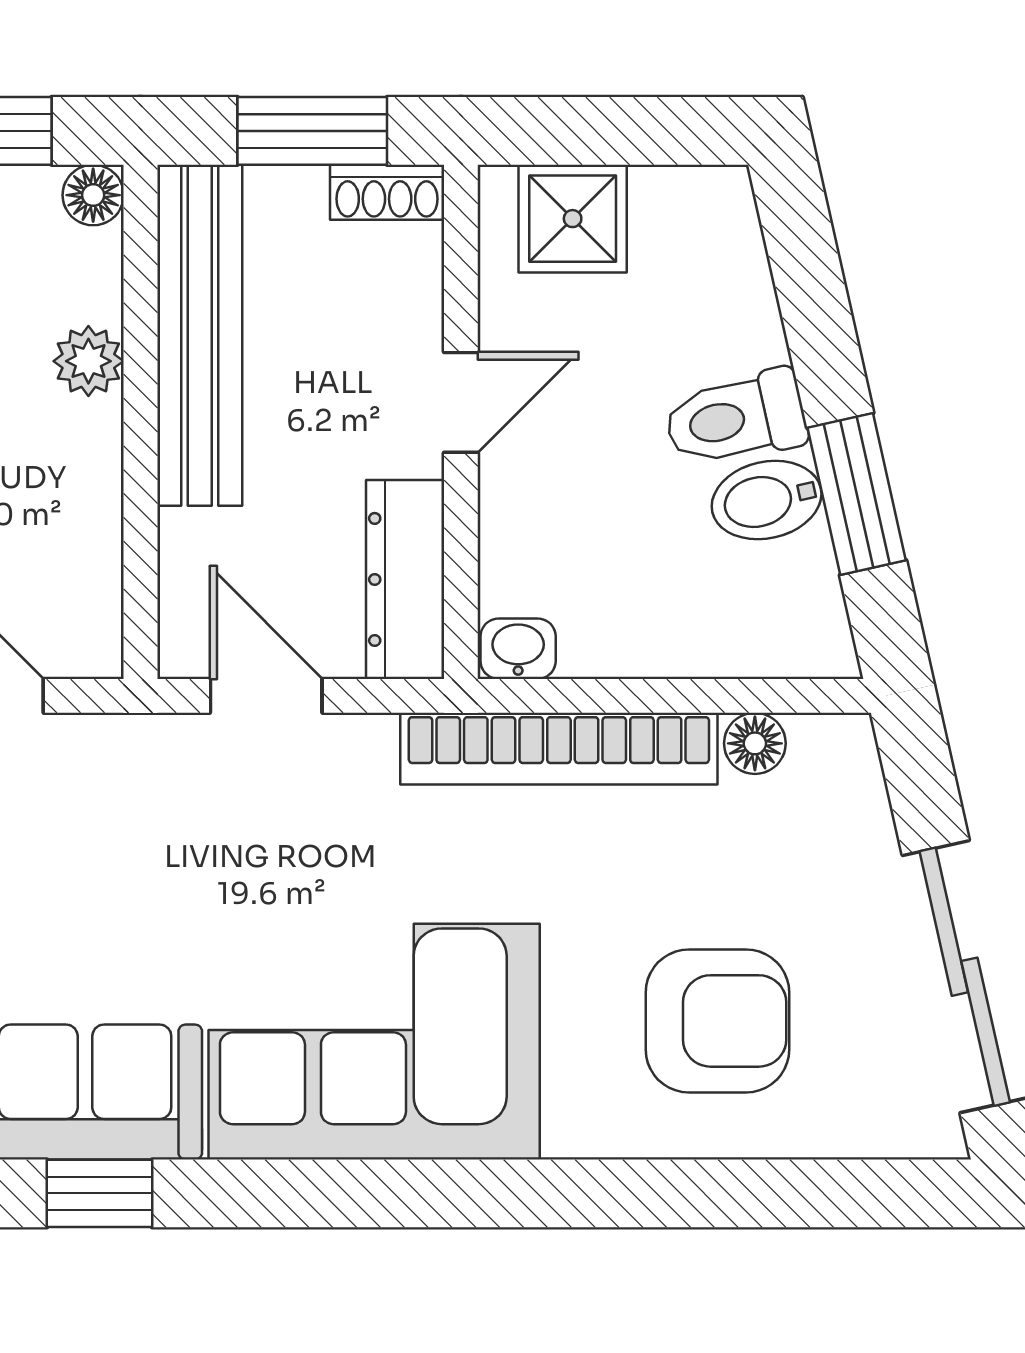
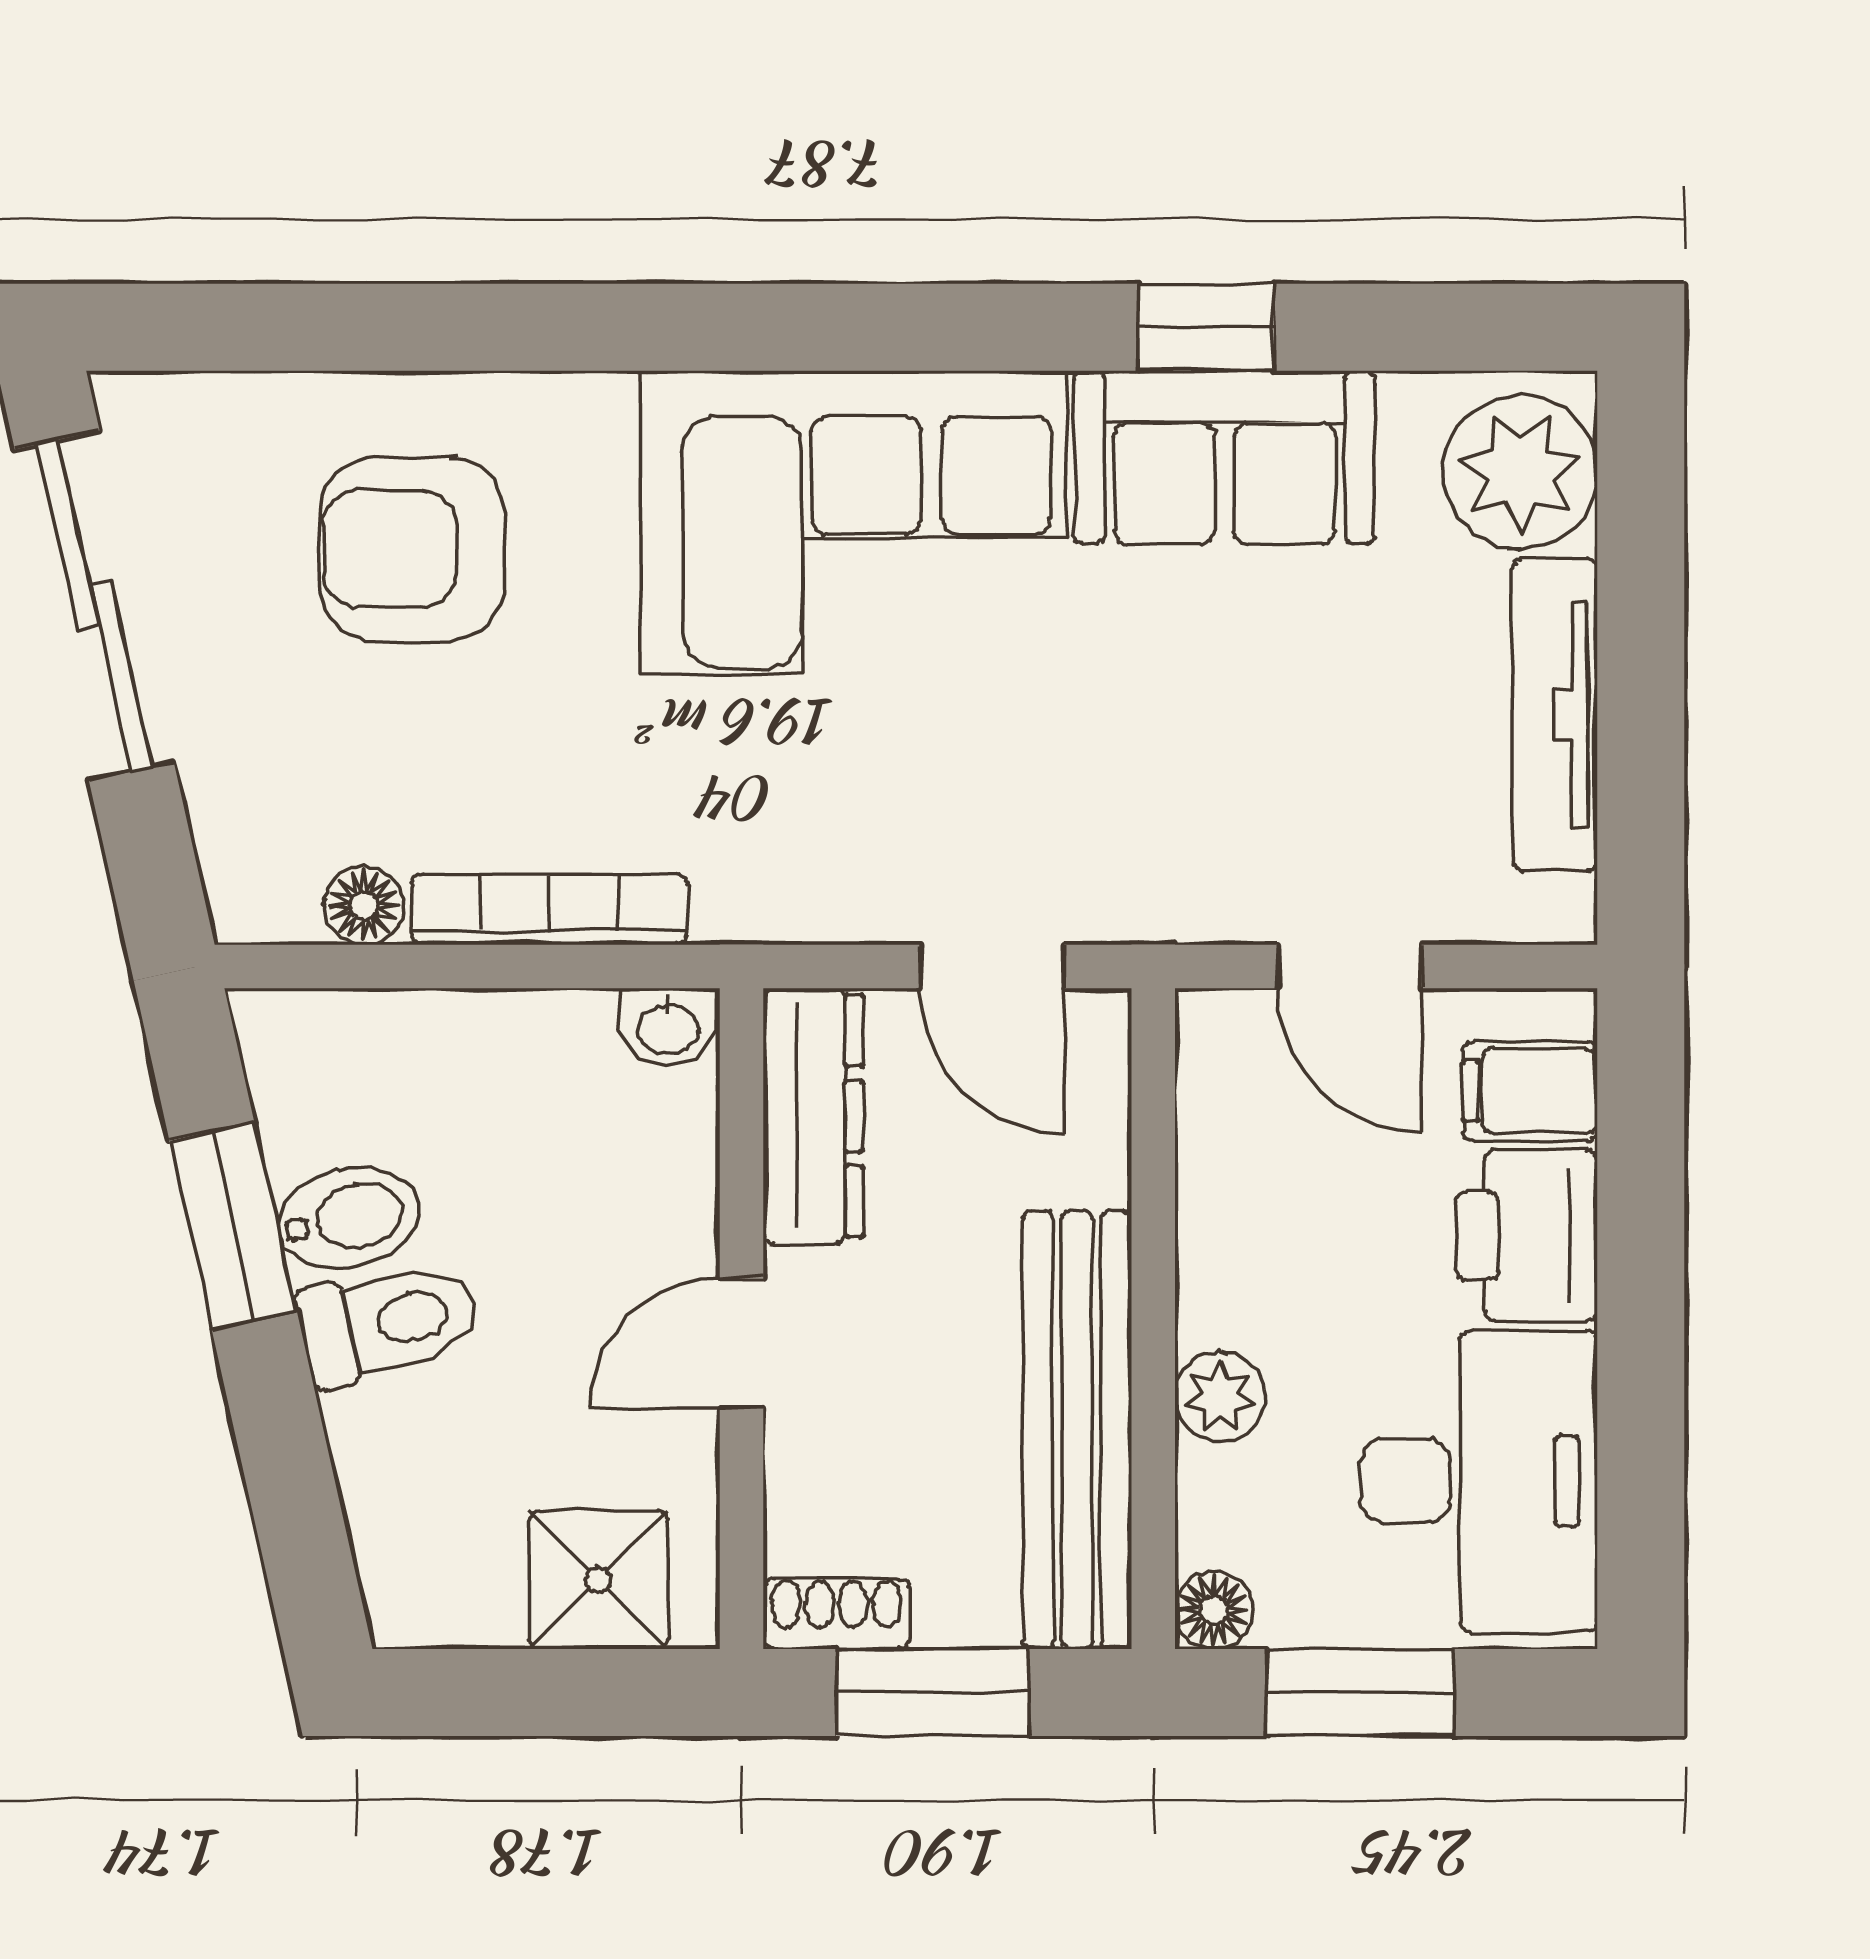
bookcase: (559, 749) -> (550, 910), width x0.68, depth x0.76

